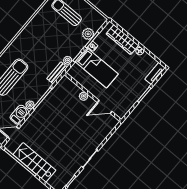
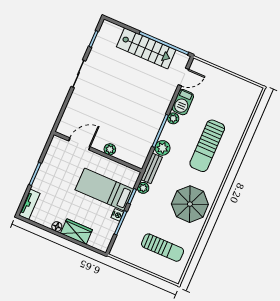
plant: (88, 34) -> (162, 148), moved
parasol: (37, 38) -> (190, 204), added
wardrobe: (122, 40) -> (76, 232), width x0.67

